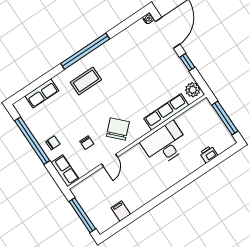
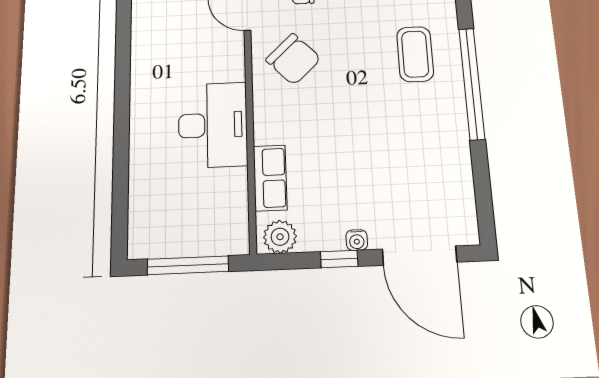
water cooler: (148, 18) -> (357, 240), moved
row of seats: (166, 112) -> (270, 178), width x0.68
printer: (209, 154) -> (142, 193), removed

